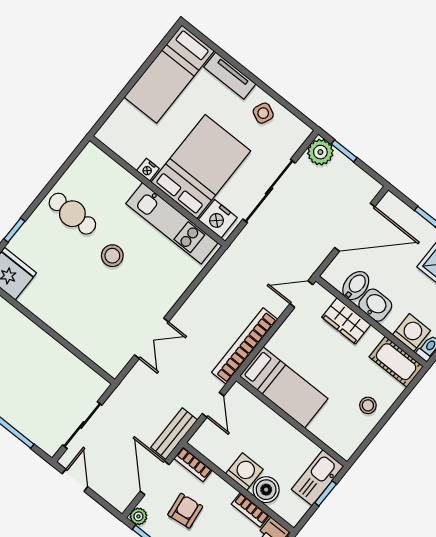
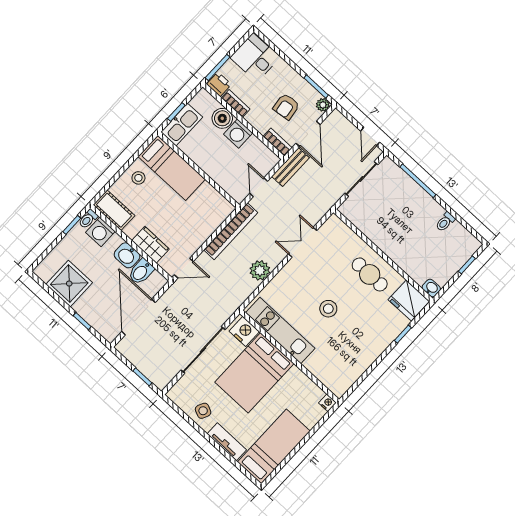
plant: (320, 152) -> (260, 270), moved
nightstand: (148, 170) -> (327, 403), moved
cafe table: (72, 214) -> (370, 274), moved
door: (355, 227) -> (138, 317), hinge flipped
bed: (284, 387) -> (172, 168), moved, turned 180

